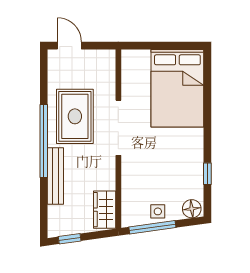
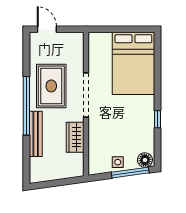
window: (207, 174) -> (158, 119), moved
wardrobe: (105, 210) -> (75, 137), moved
window: (152, 227) -> (130, 173), moved
window: (70, 239) -> (47, 184), removed

